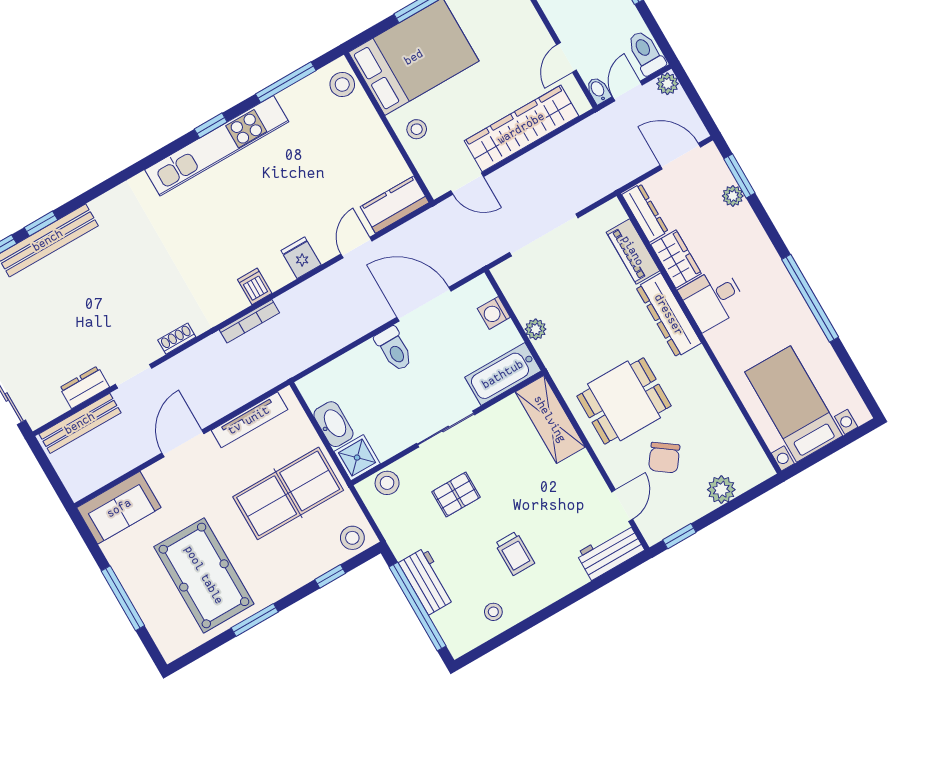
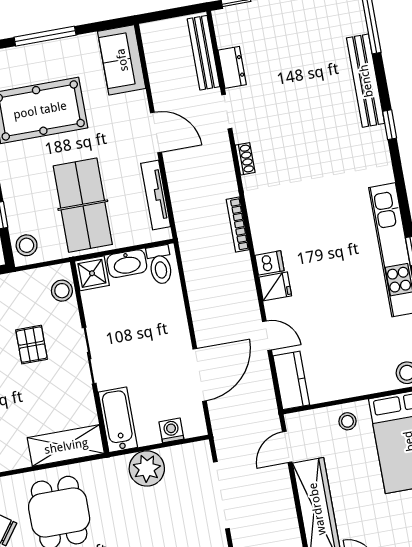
window: (41, 224) -> (390, 125), moved
dishwasher: (255, 286) -> (270, 263), moved
plant: (536, 329) -> (147, 468), width x1.88, depth x1.88
toilet: (394, 349) -> (160, 265), moved, turned -90

